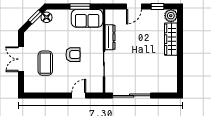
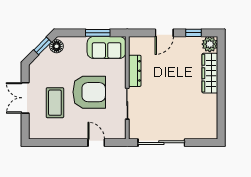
armchair: (73, 55) -> (89, 92), width x1.88, depth x1.88
door: (79, 96) -> (96, 143), hinge flipped

